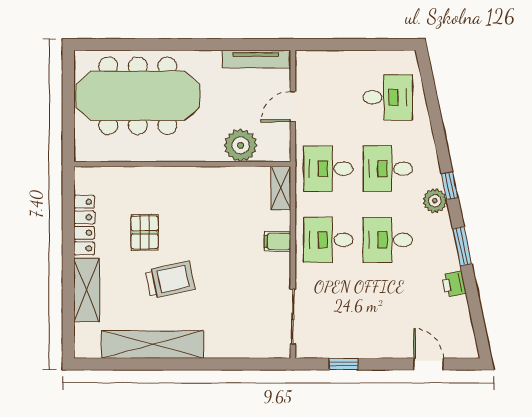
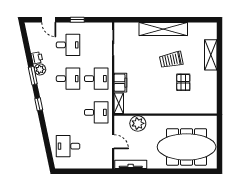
door: (293, 107) -> (113, 142), hinge flipped
desk: (388, 169) -> (68, 45), moved
plant: (435, 201) -> (40, 69), moved
locker: (84, 225) -> (212, 86), removed
filing cabinet: (277, 241) -> (120, 83), width x2.00
shelving: (153, 345) -> (163, 29), moved
window: (343, 364) -> (77, 20), moved

